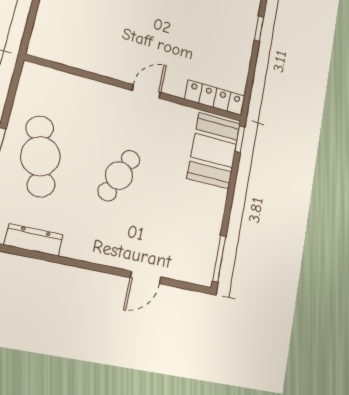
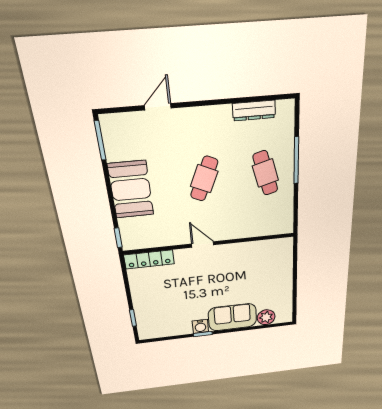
door: (146, 91) -> (203, 244), swing flipped
booth: (214, 151) -> (131, 190), moved
cafe table: (40, 156) -> (265, 173), width x0.73, depth x0.74

